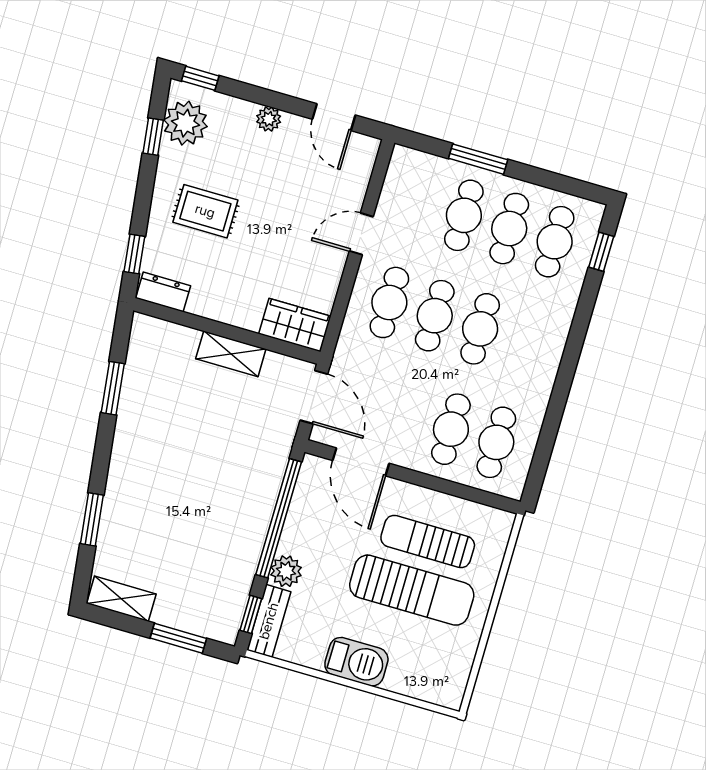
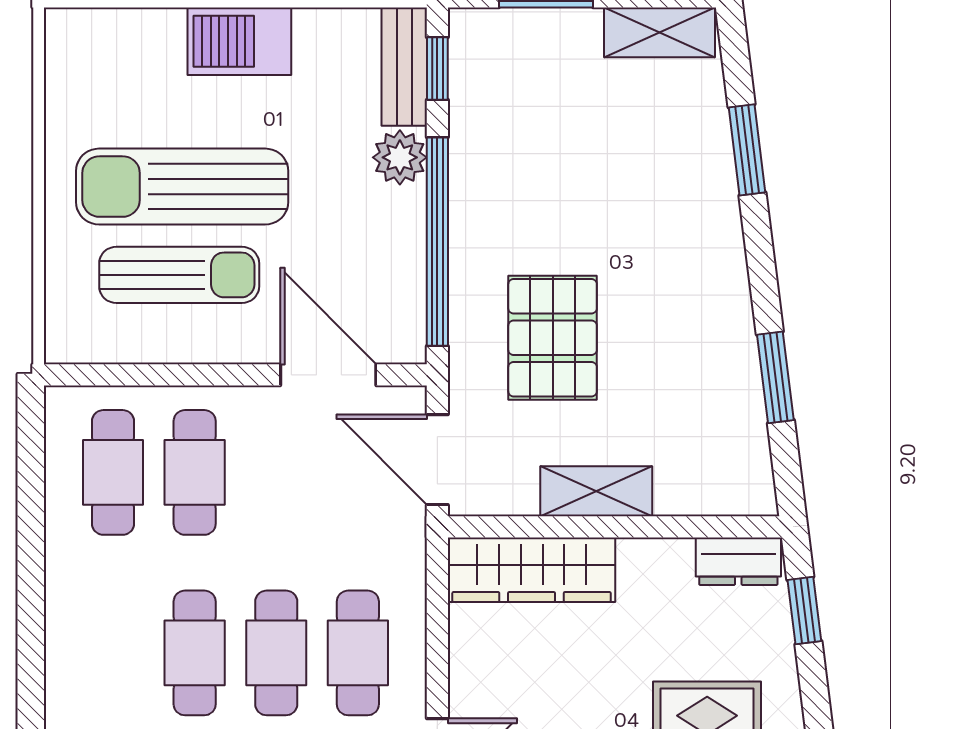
wardrobe: (295, 325) -> (532, 570), width x1.50
pallet: (230, 446) -> (553, 338), added

